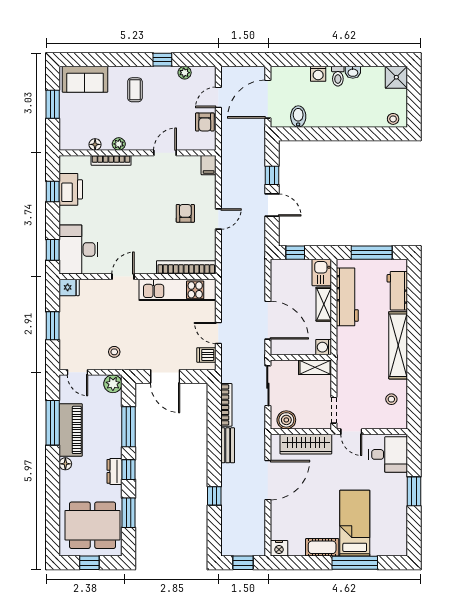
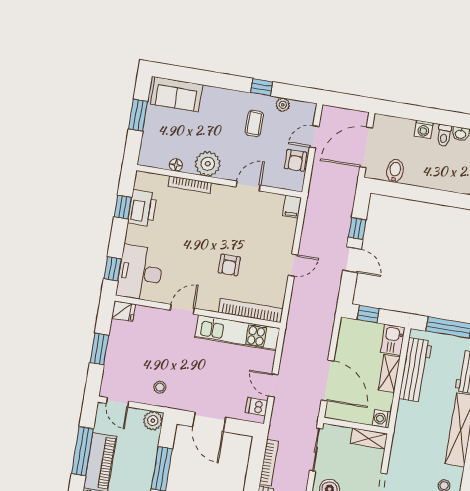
coffee table: (135, 90) -> (254, 123), moved
plant: (119, 144) -> (208, 164), width x1.87, depth x1.87
armchair: (185, 213) -> (229, 265), moved, turned 180

